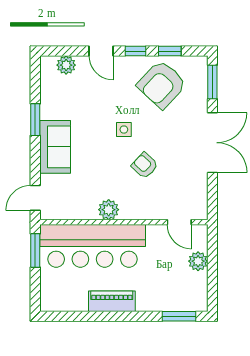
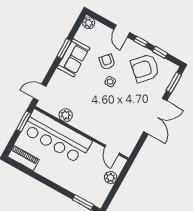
plant: (66, 65) -> (89, 23), moved
sofa: (55, 147) -> (73, 58), moved
armchair: (145, 165) -> (107, 62), moved
plant: (109, 210) -> (66, 115), moved
piano: (112, 301) -> (23, 158), moved

